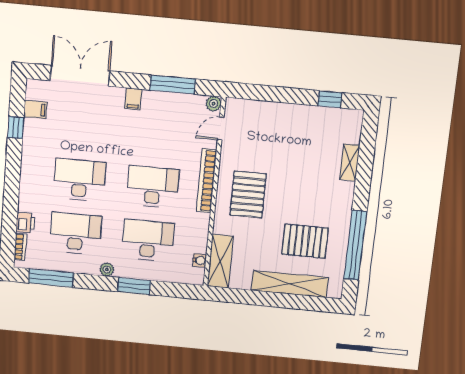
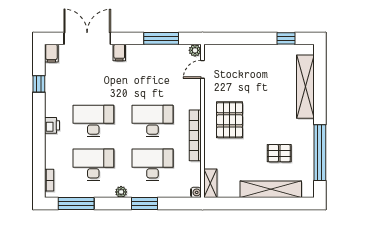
filing cabinet: (133, 99) -> (119, 53), moved
filing cabinet: (35, 109) -> (51, 53), moved, turned 90
shelving: (350, 162) -> (305, 87), width x2.20, depth x1.33
bookcase: (207, 181) -> (195, 135), moved
printer: (25, 223) -> (52, 125), moved
pallet: (305, 241) -> (279, 153), width x0.67, depth x0.71
water cooler: (200, 260) -> (196, 192), moved
shelving: (220, 261) -> (210, 183), width x0.67, depth x0.75

